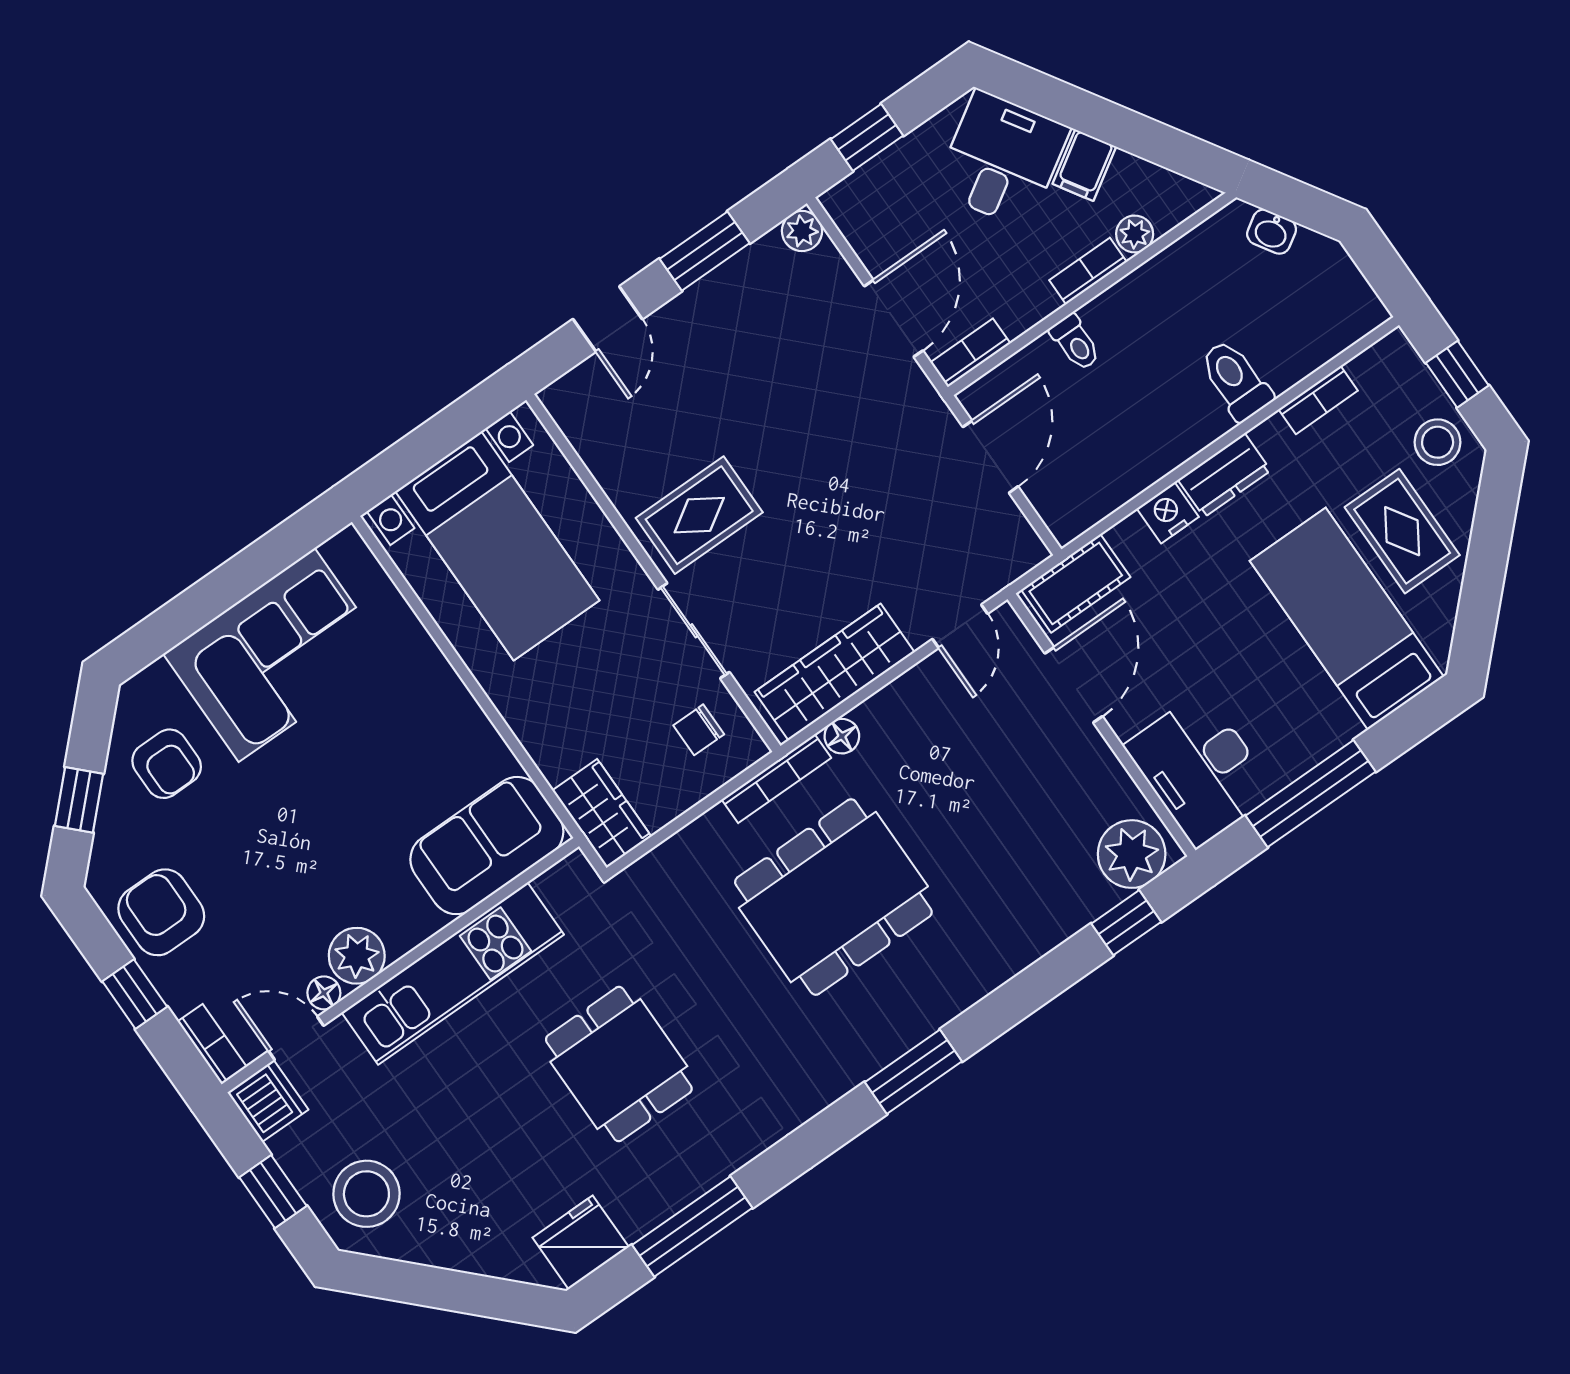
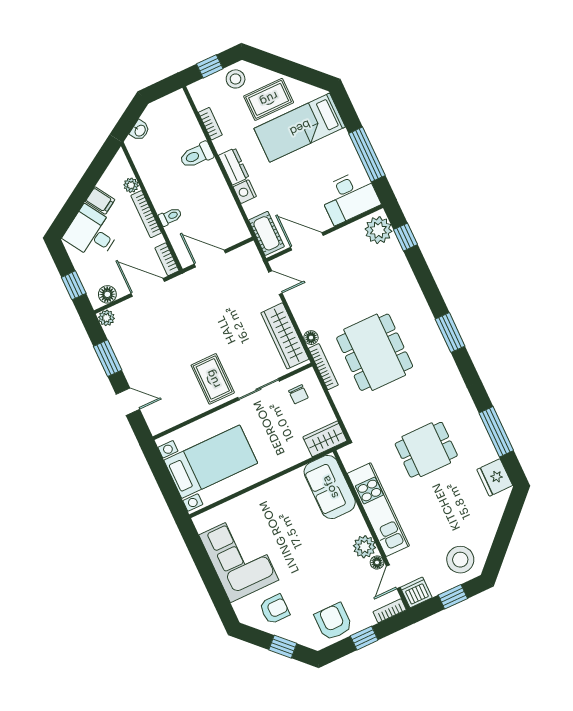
floor lamp: (859, 223) -> (107, 294), added
bookcase: (1088, 271) -> (146, 214), width x1.56
armchair: (161, 912) -> (333, 622), turned 90

